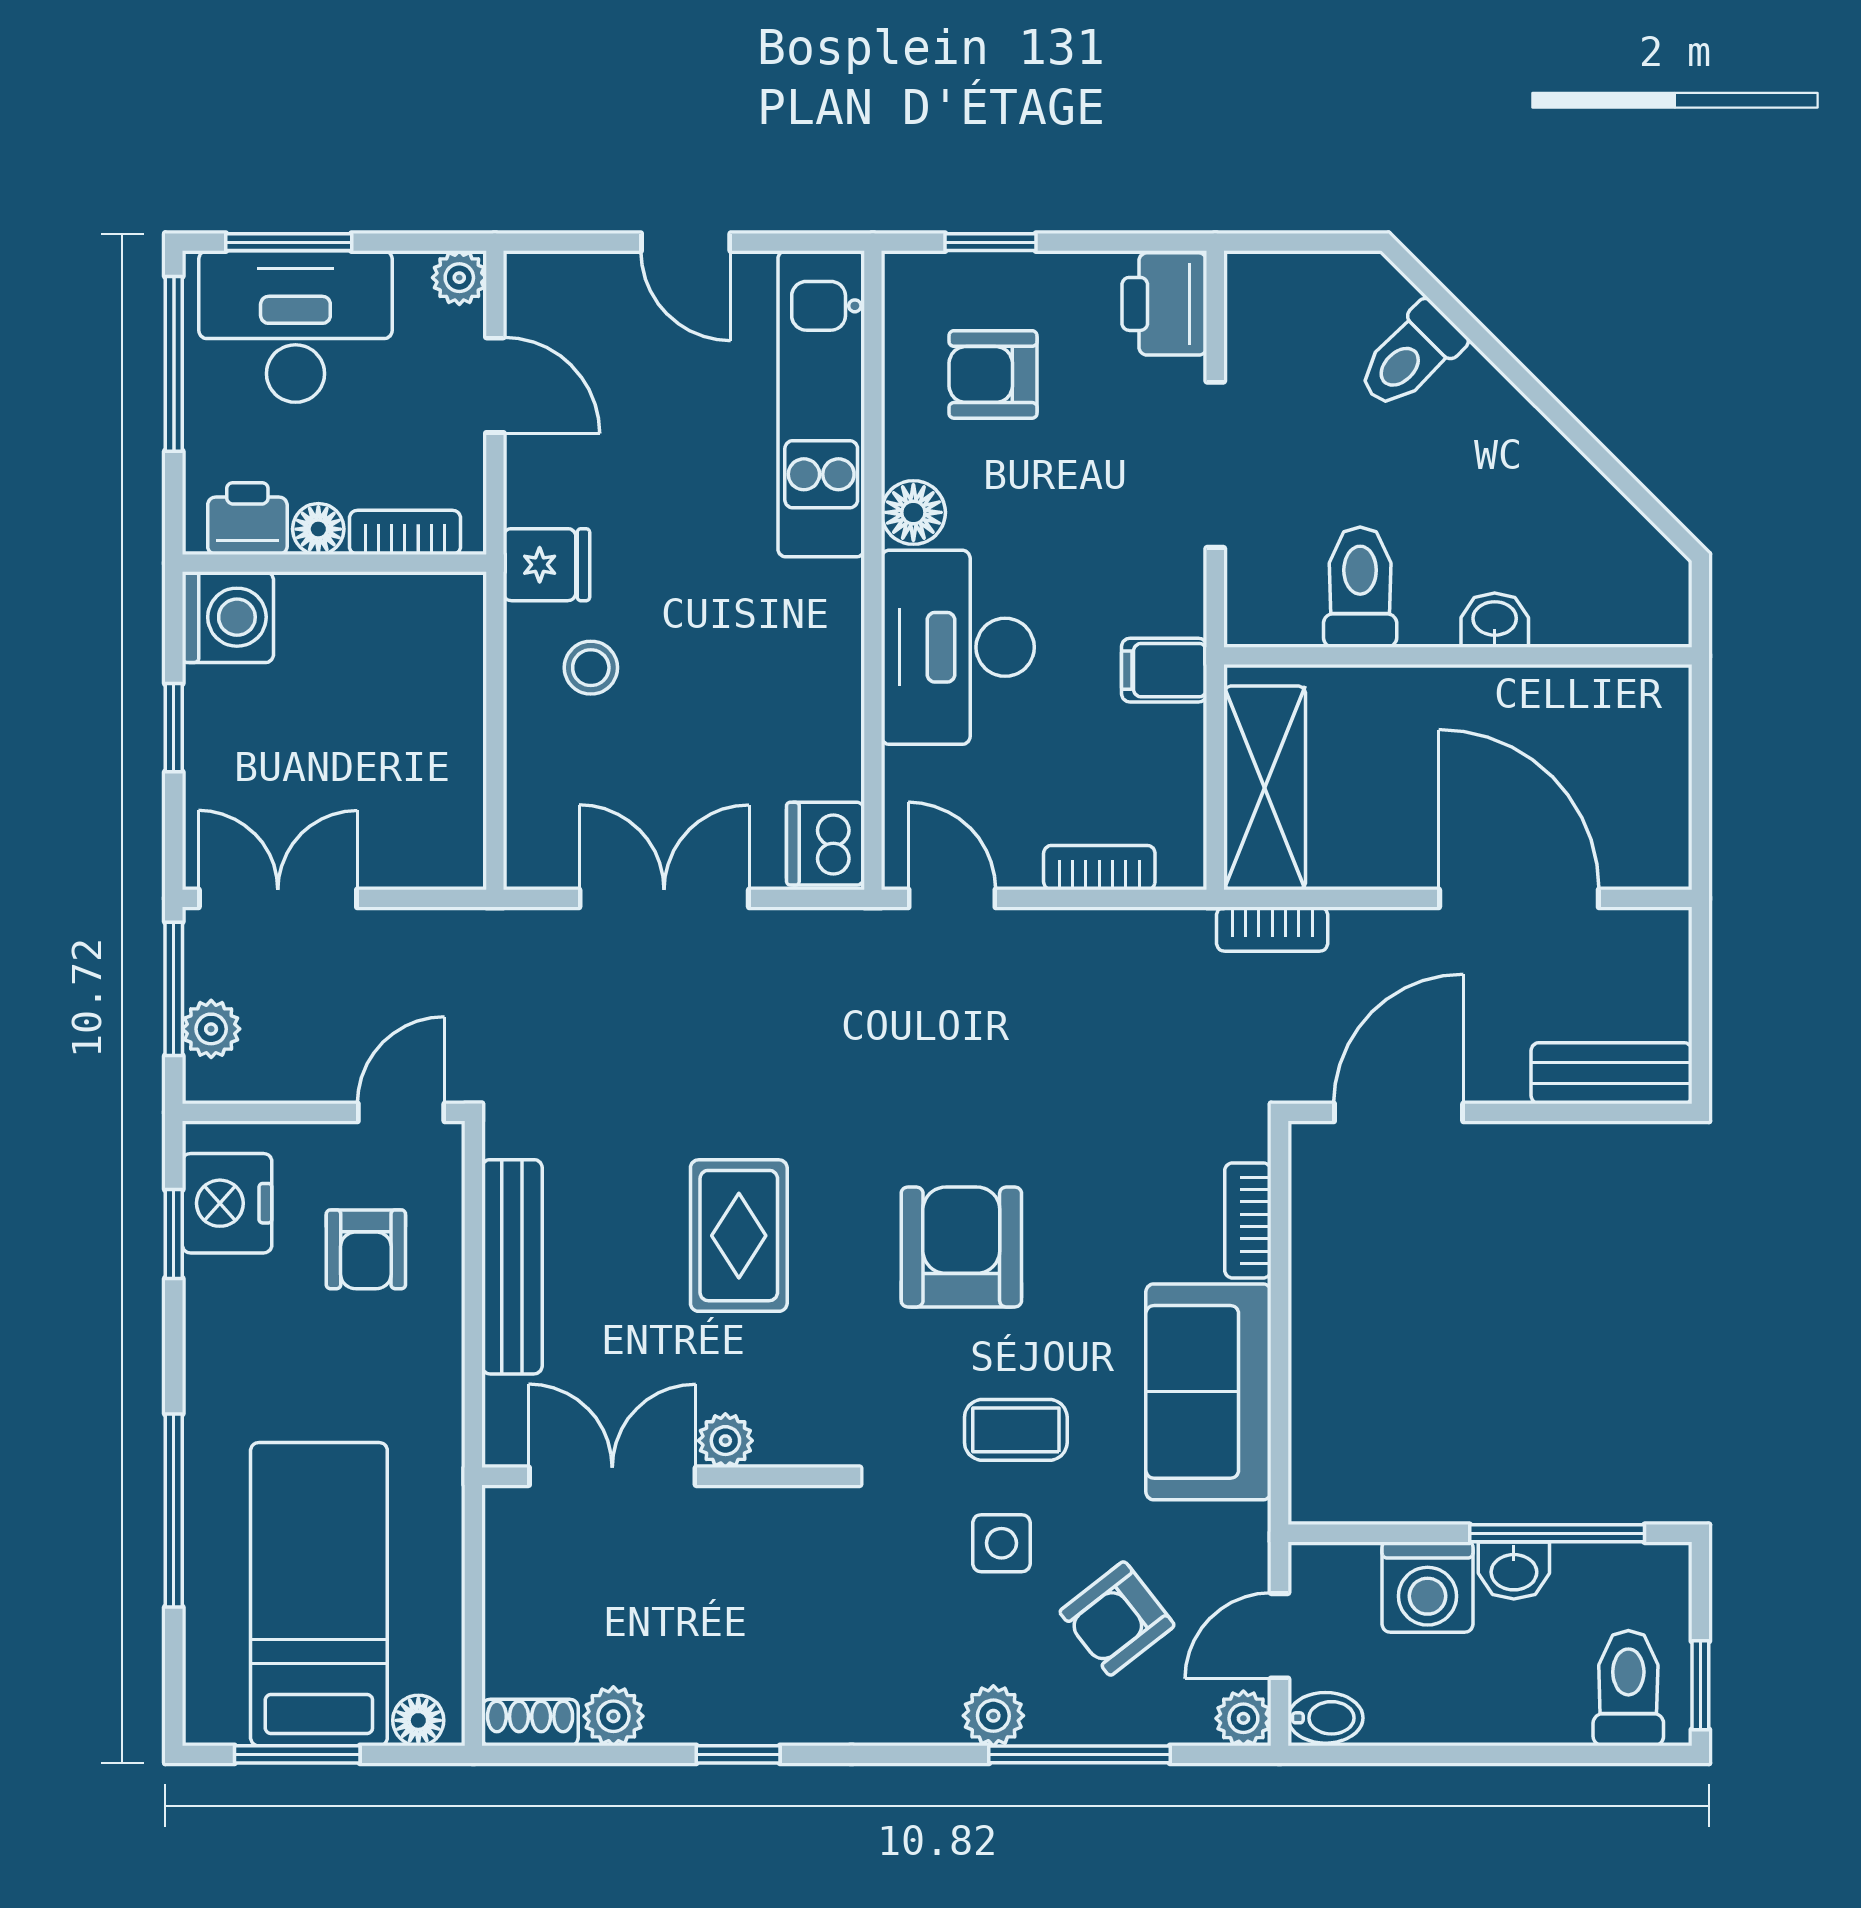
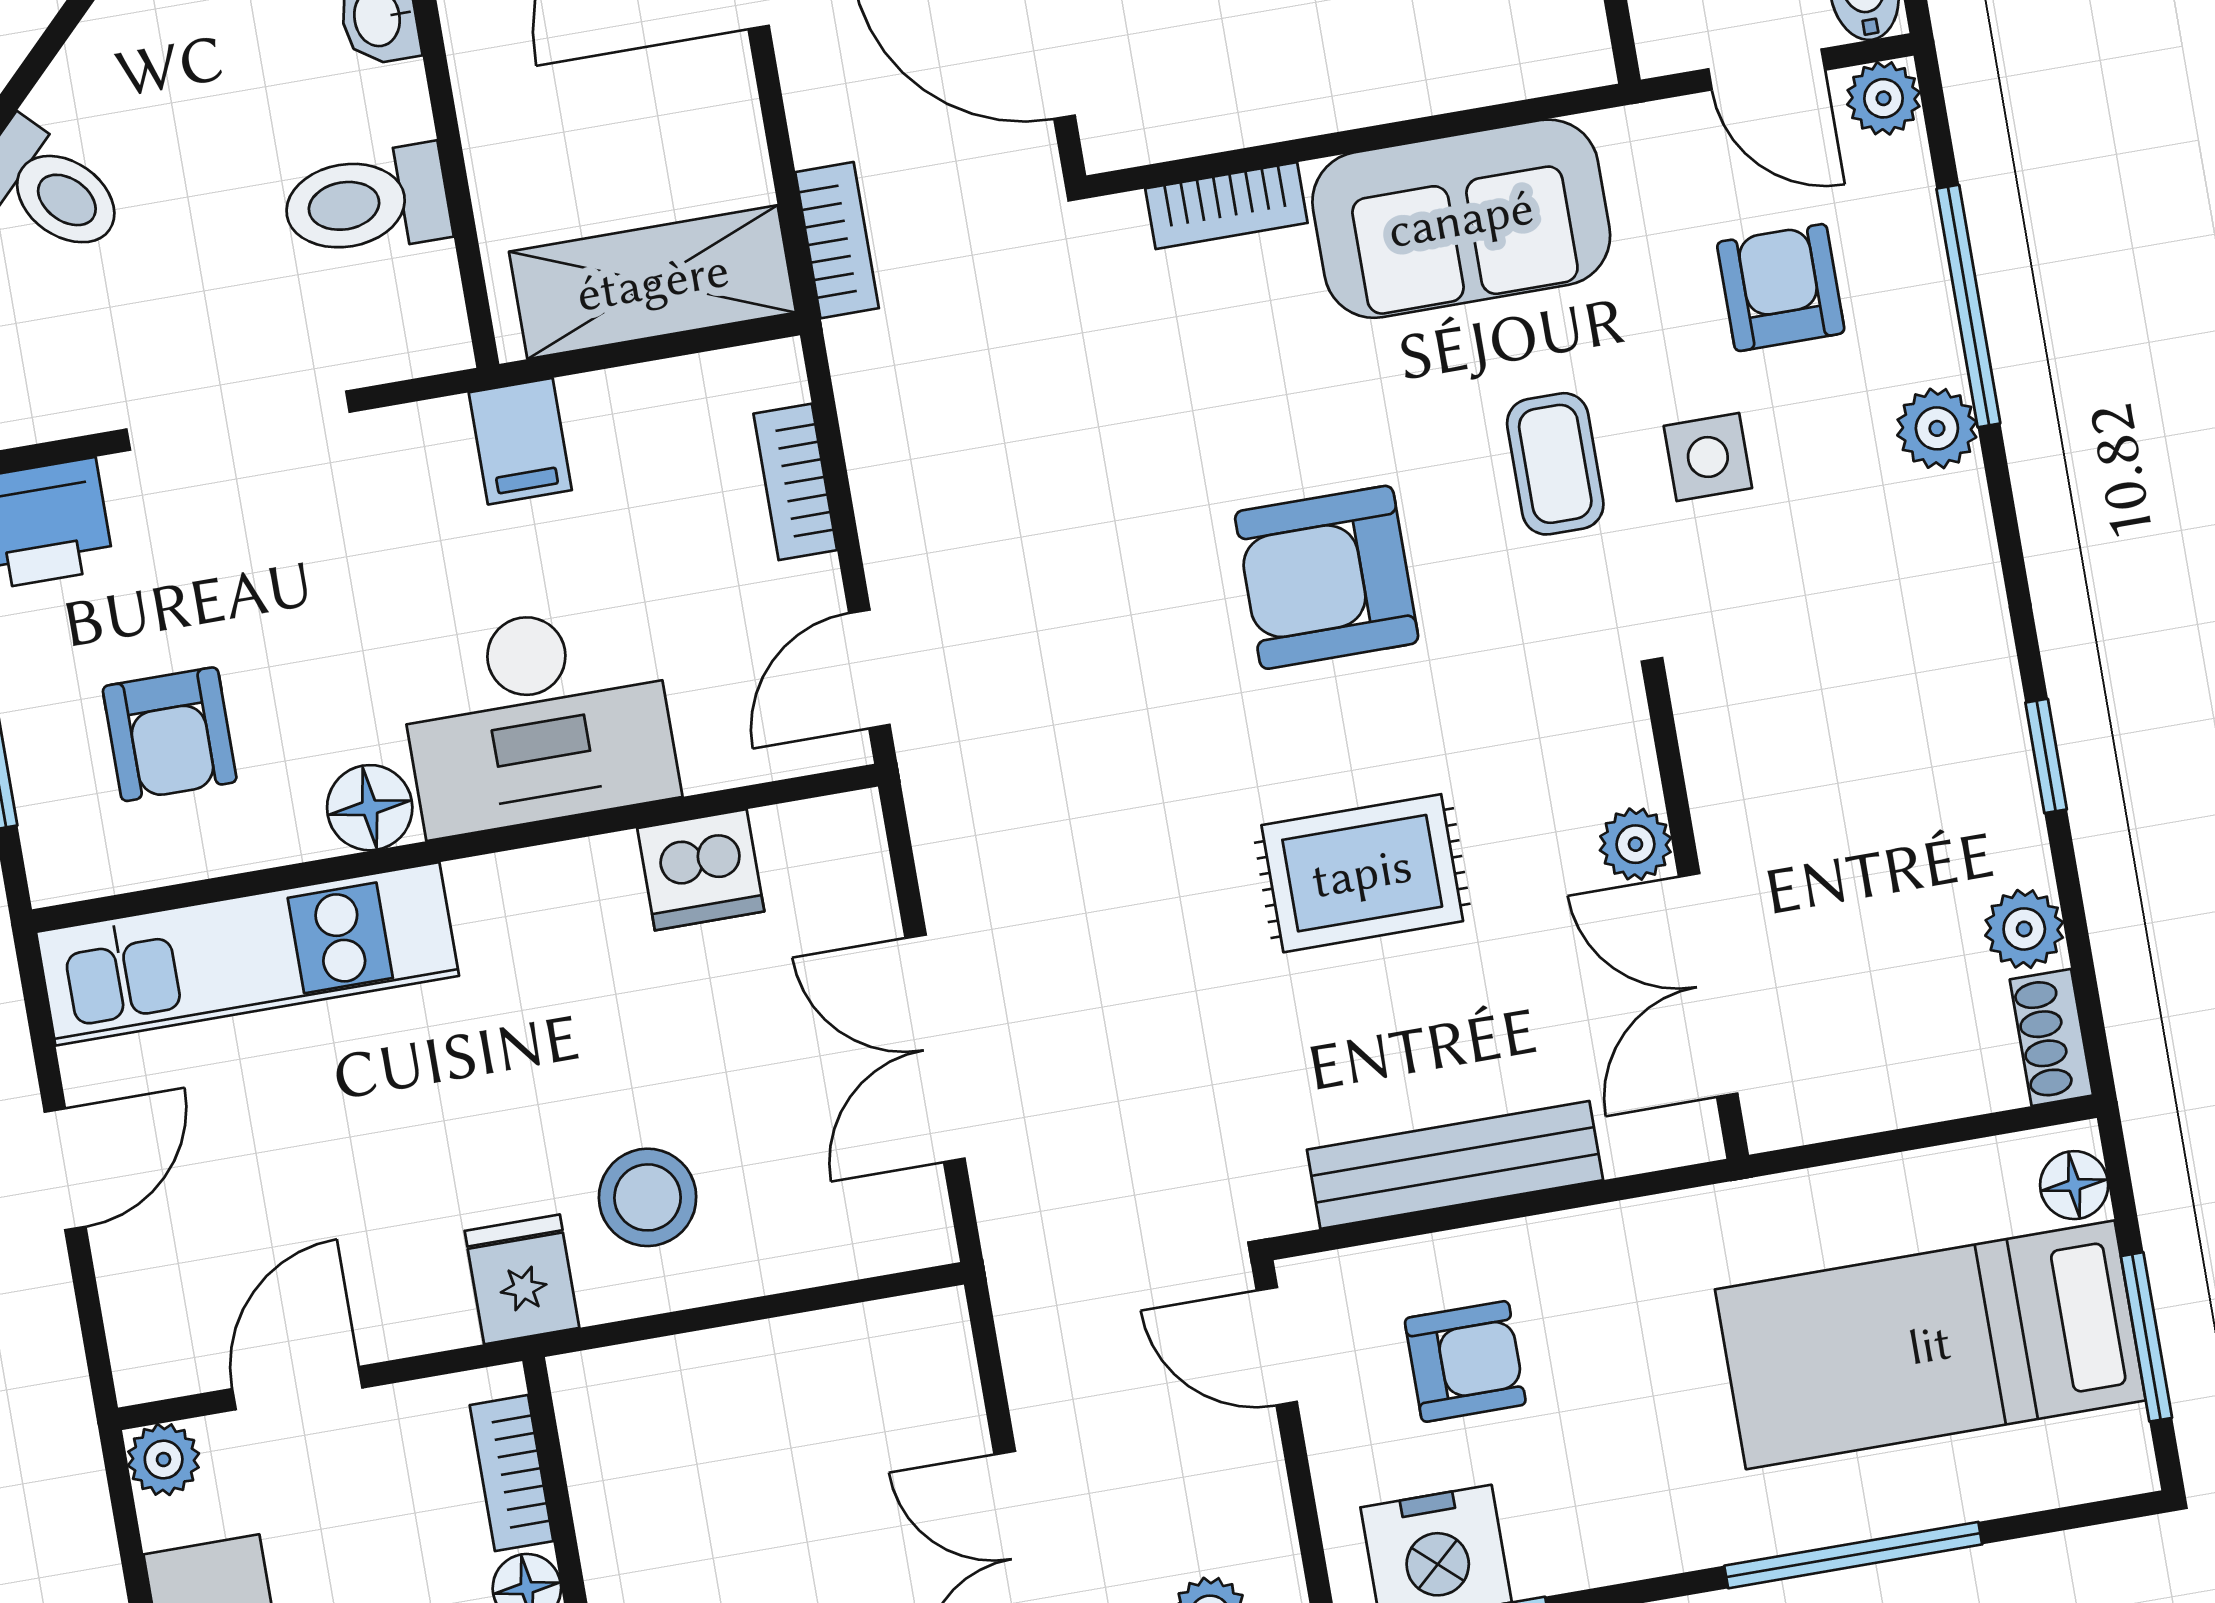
stool: (591, 668) -> (648, 1197), width x1.37, depth x1.37
dishwasher: (825, 844) -> (701, 870), moved
armchair: (1117, 1619) -> (1781, 288), turned -142

